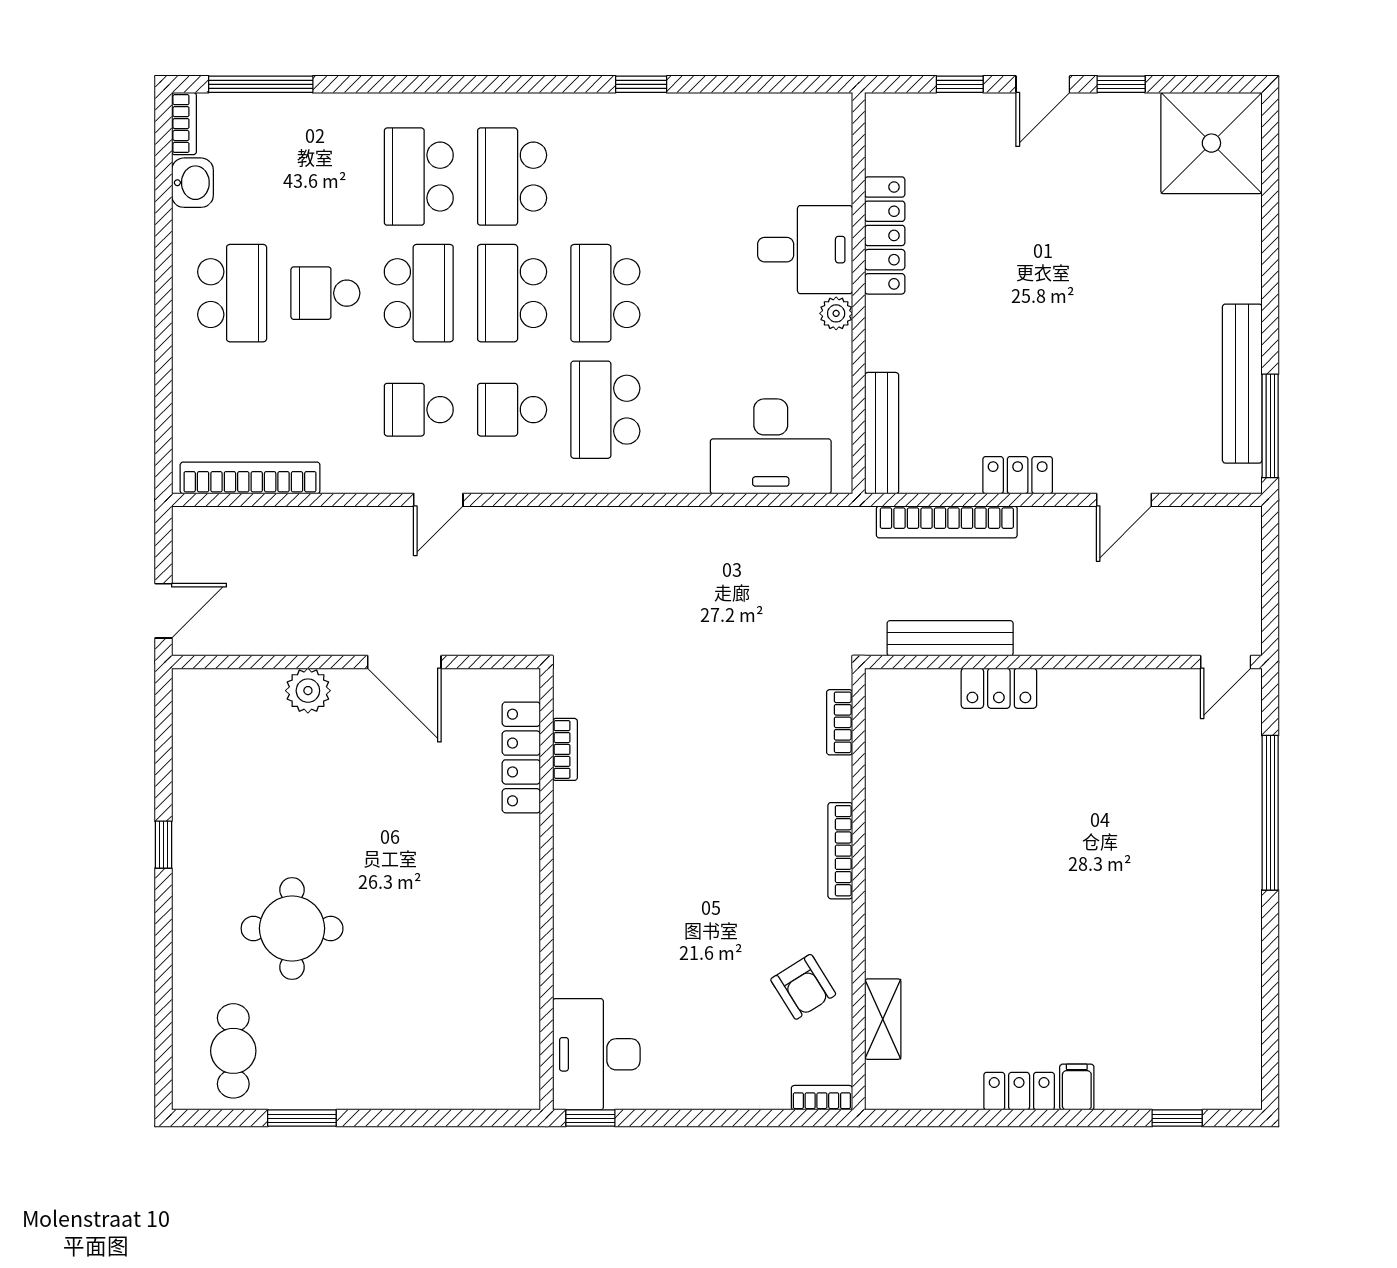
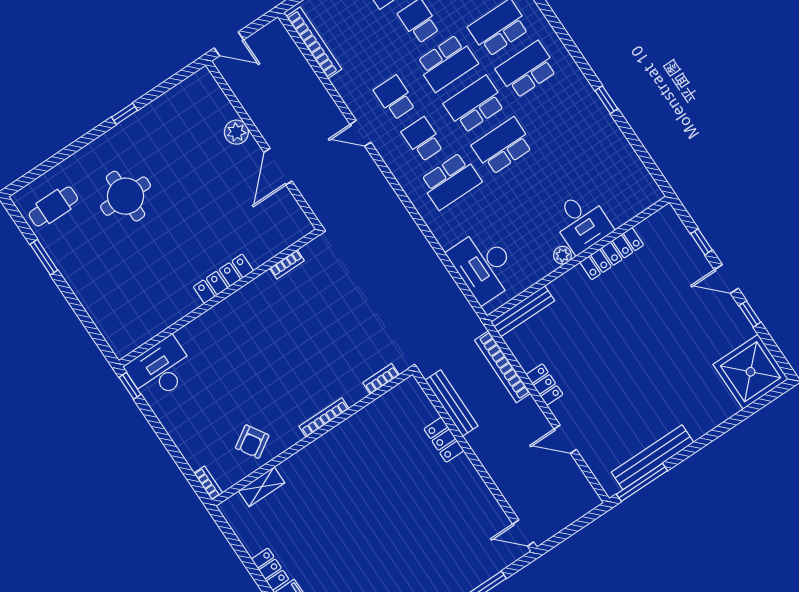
school desk: (605, 410) -> (451, 181), turned 180
locker: (521, 757) -> (223, 279), moved

